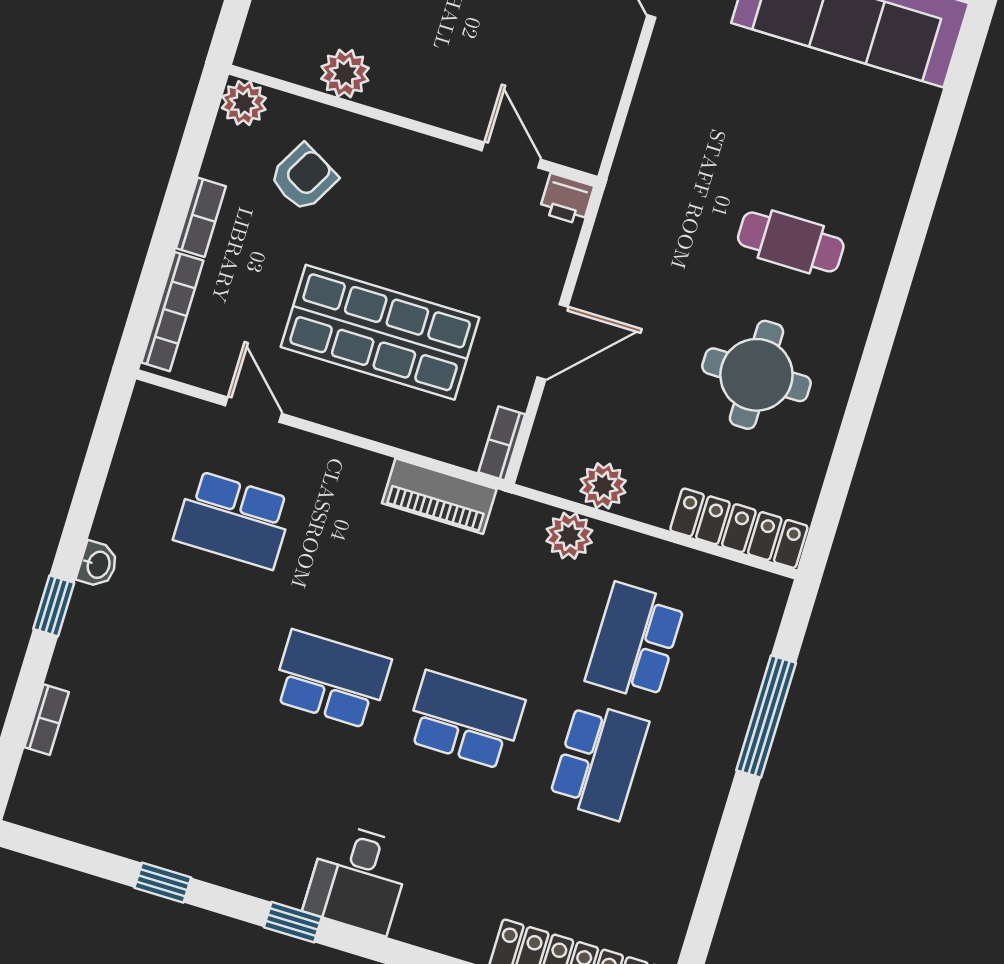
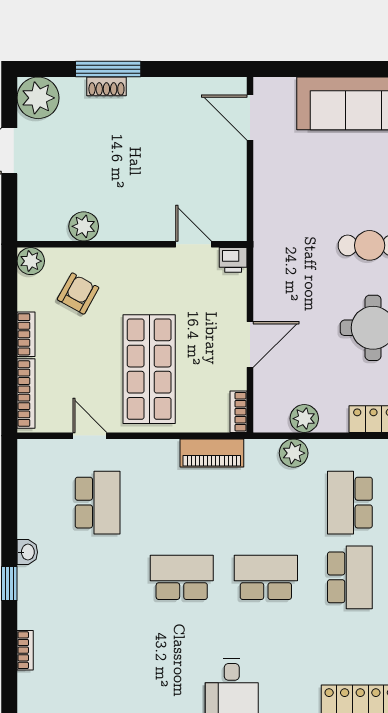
shop shelf: (380, 332) -> (149, 369), turned 90
school desk: (234, 520) -> (98, 503), turned -90

